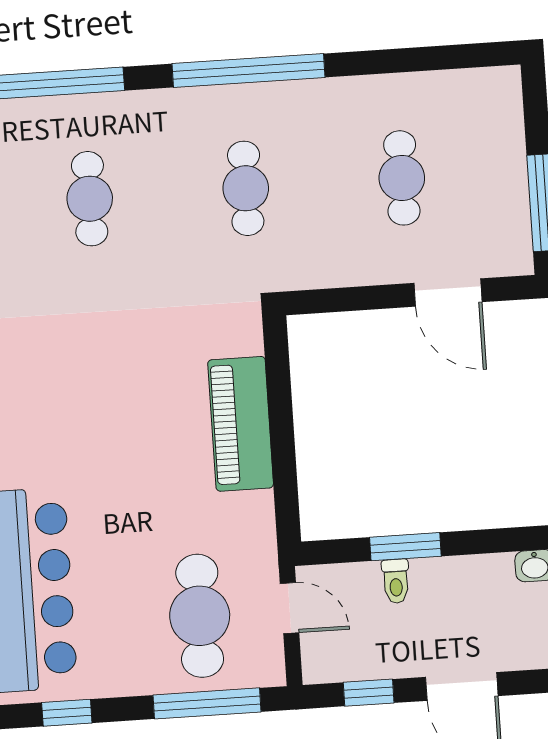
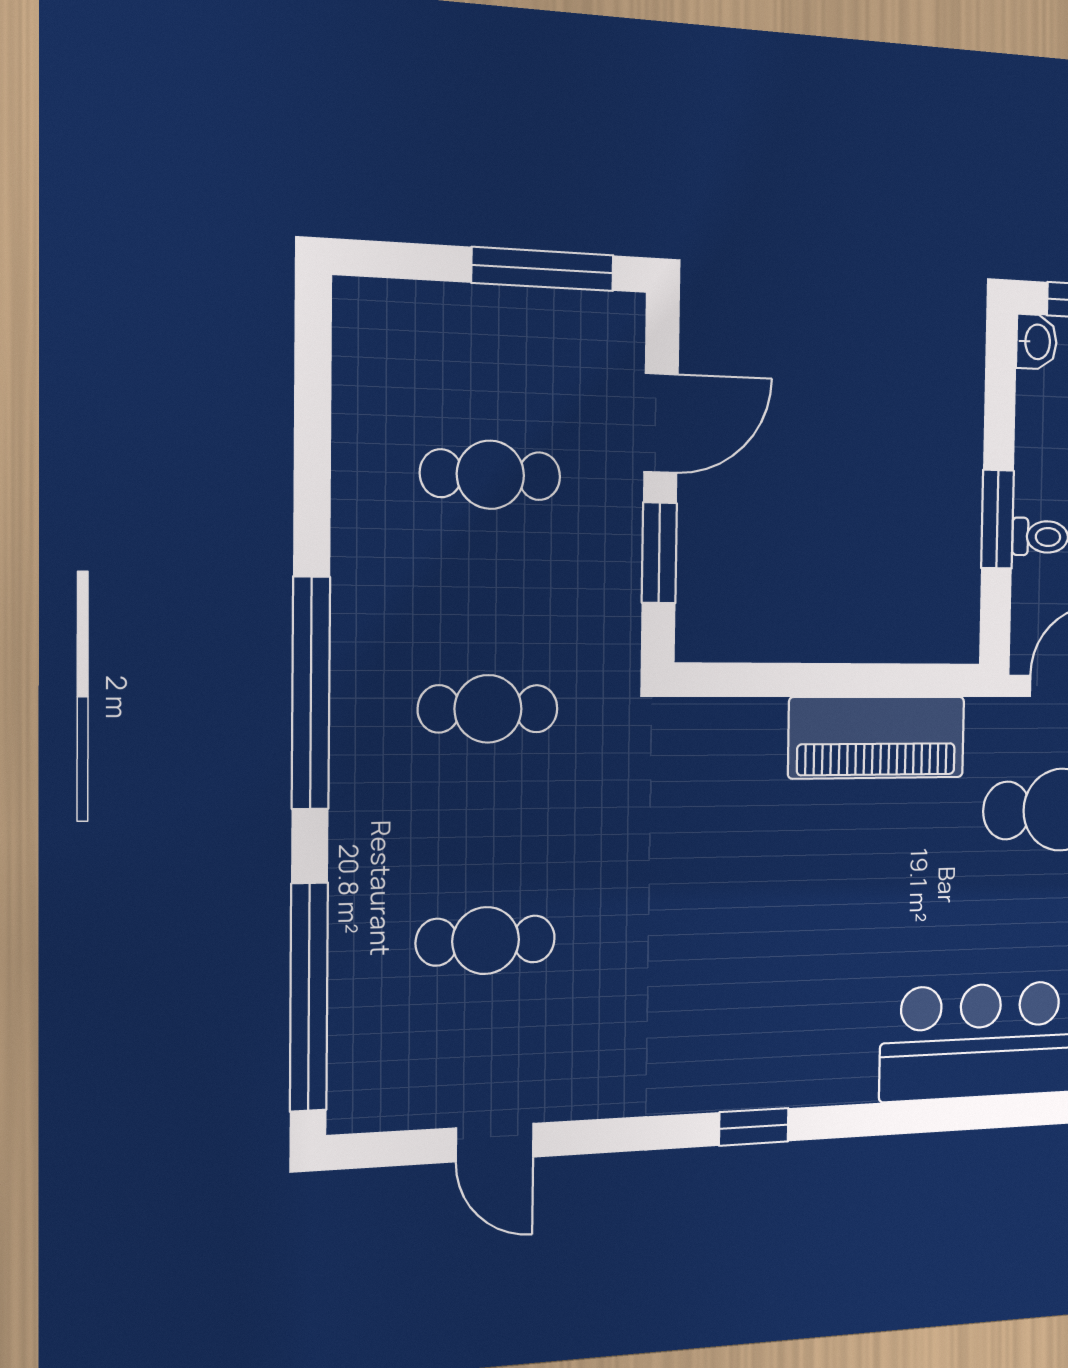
window: (360, 298) -> (659, 553), added
piano: (241, 424) -> (877, 737), moved

